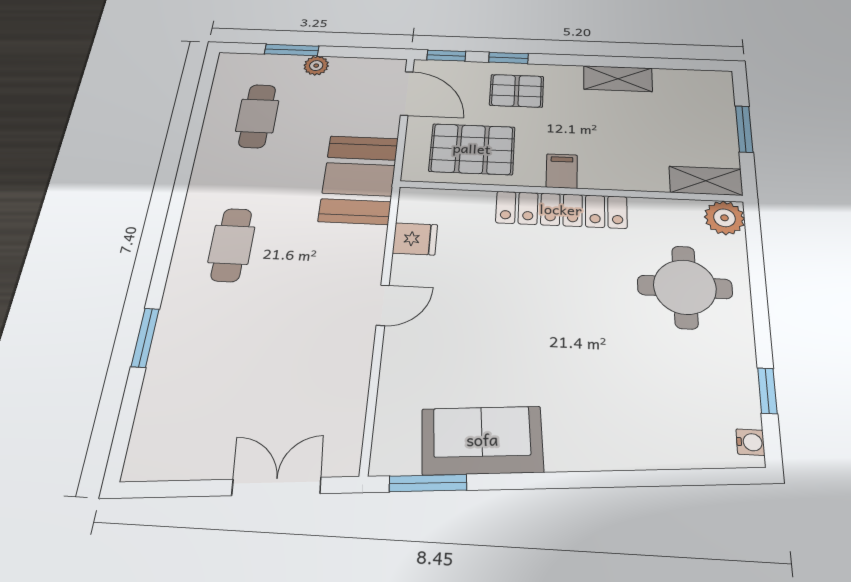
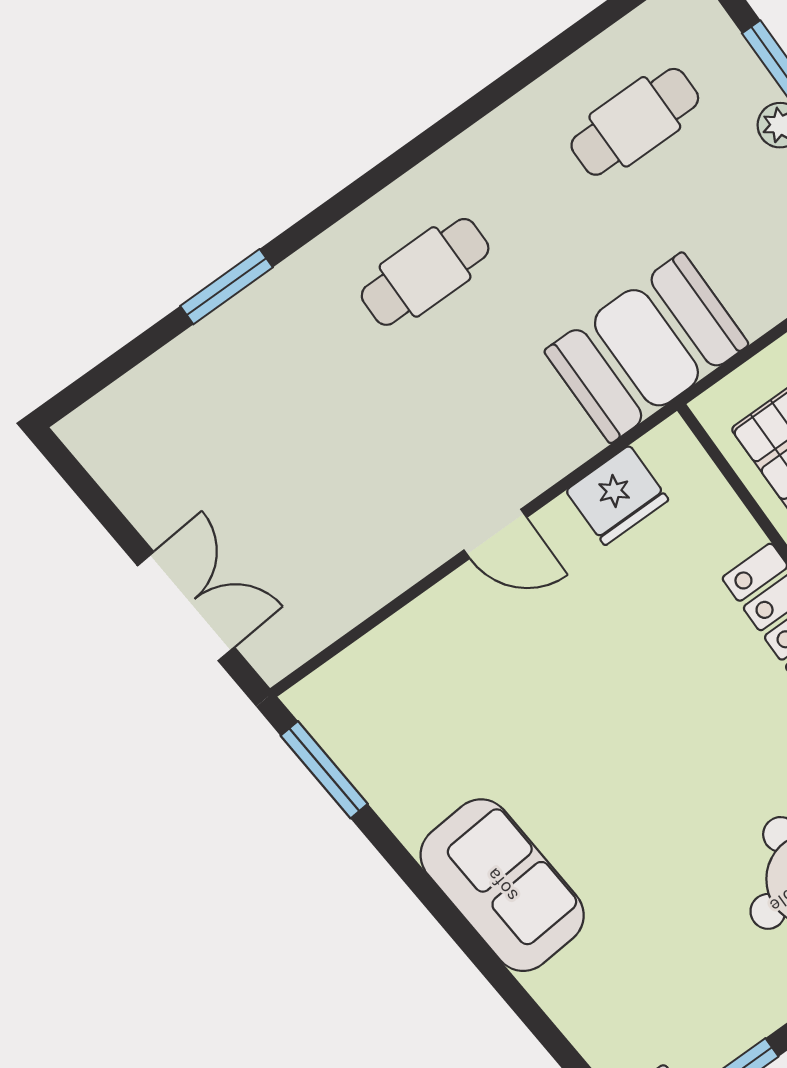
fridge: (415, 239) -> (617, 495), width x1.38
sofa: (482, 440) -> (502, 885), moved

